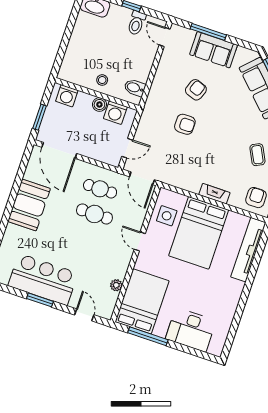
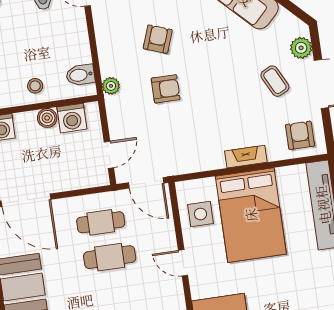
plant: (151, 105) -> (111, 86), added

